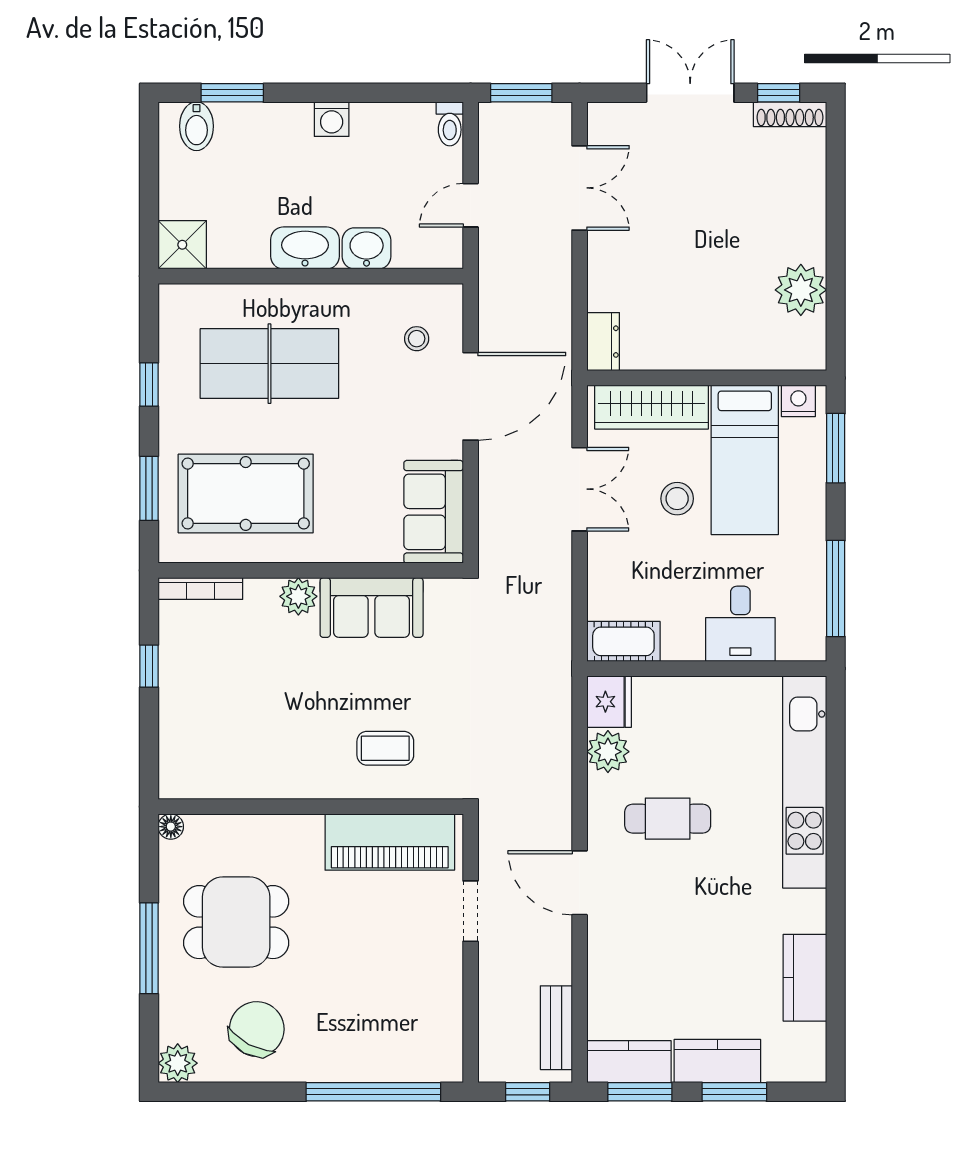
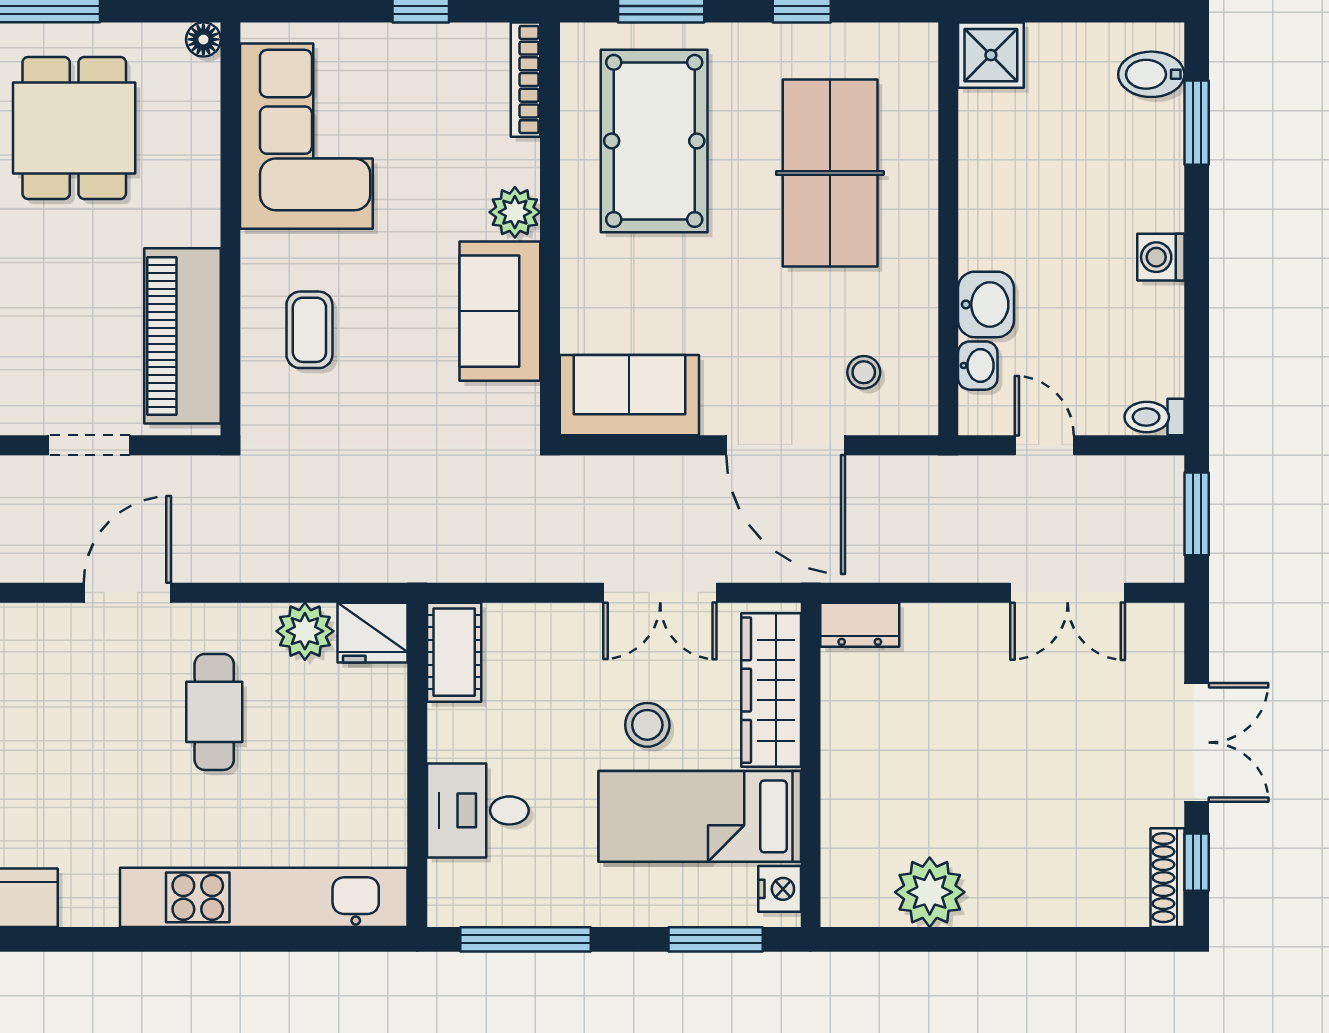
washbasin: (305, 248) -> (978, 366), moved, width x0.52, depth x0.69
corner sofa: (242, 750) -> (306, 136), added

